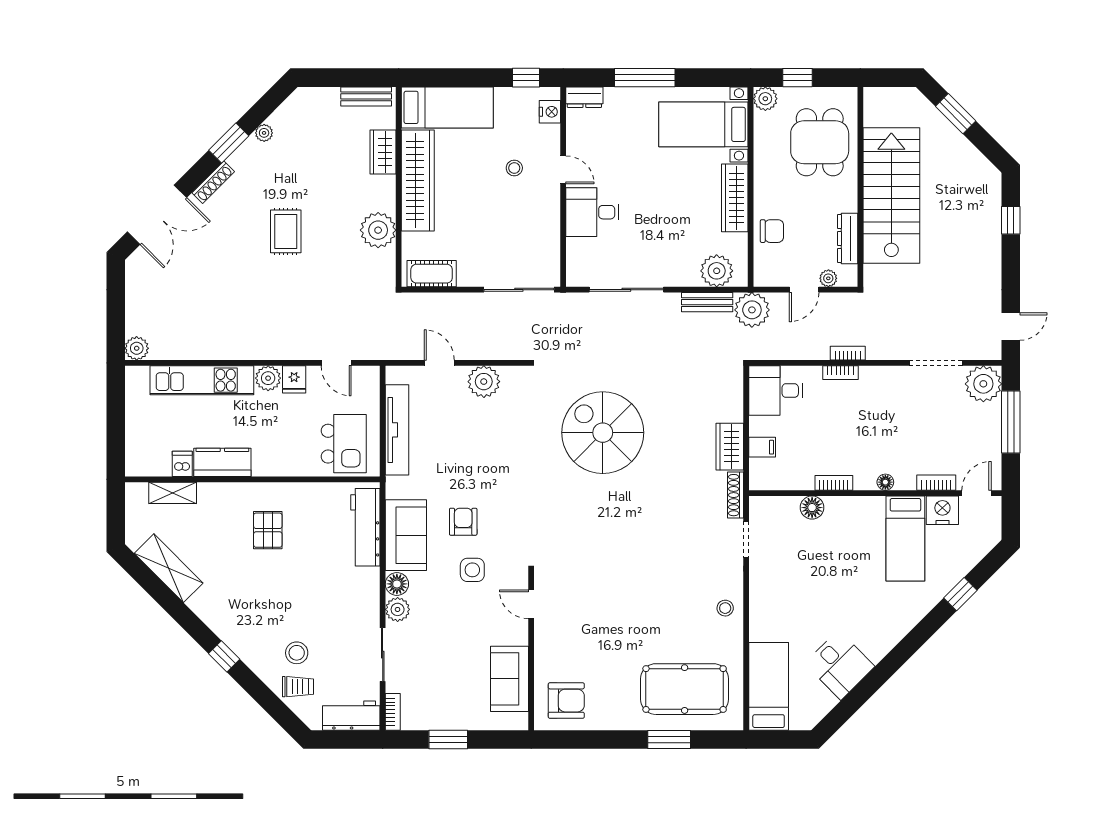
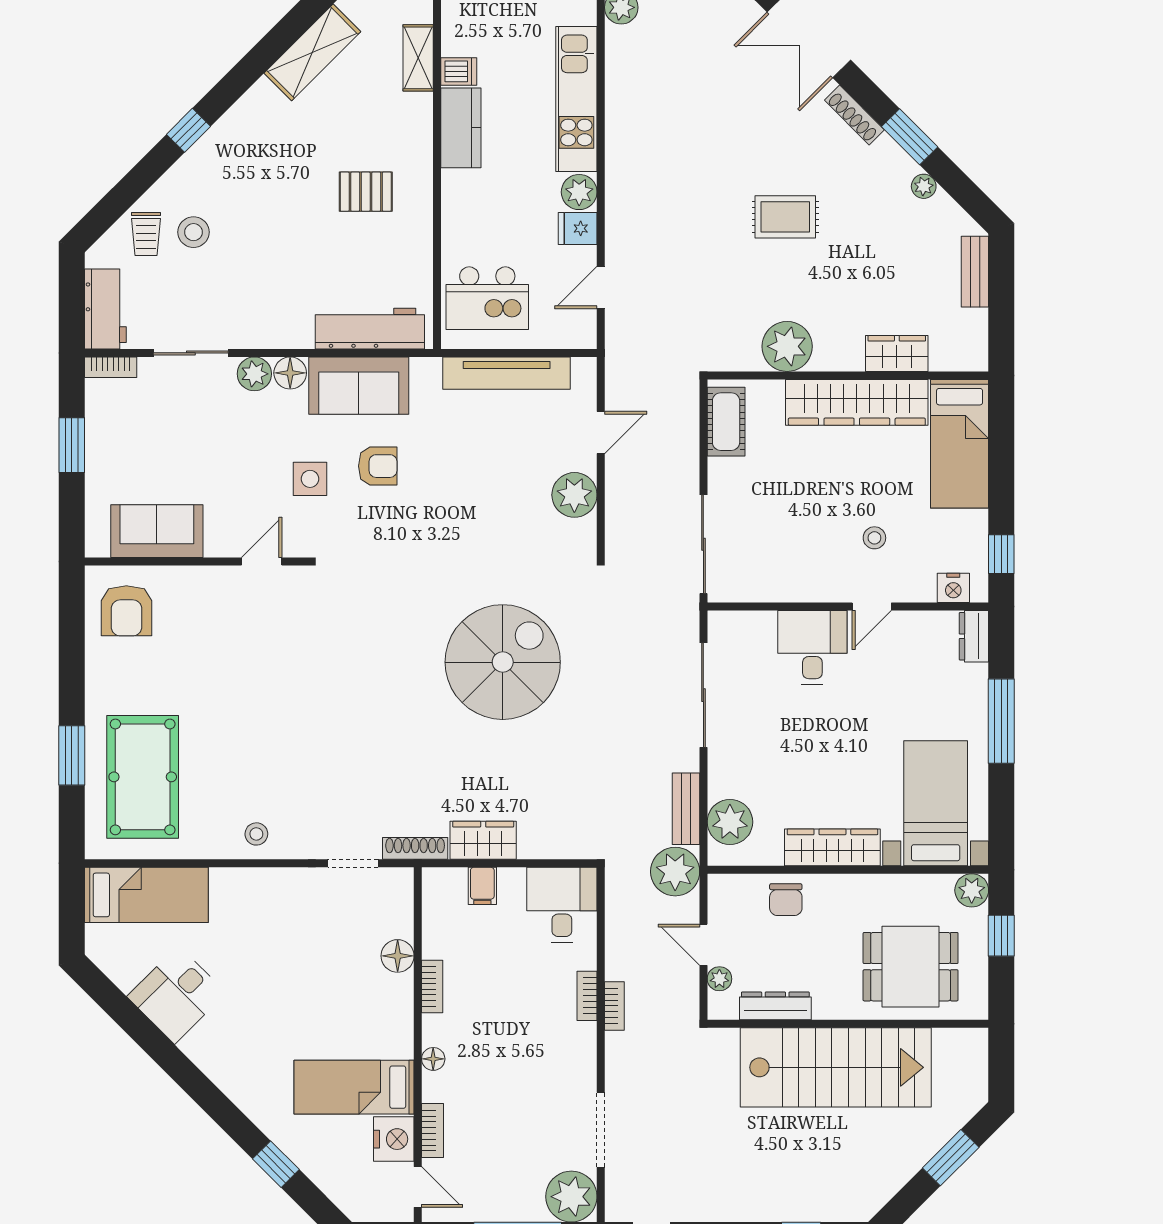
bench: (366, 96) -> (975, 272), moved

